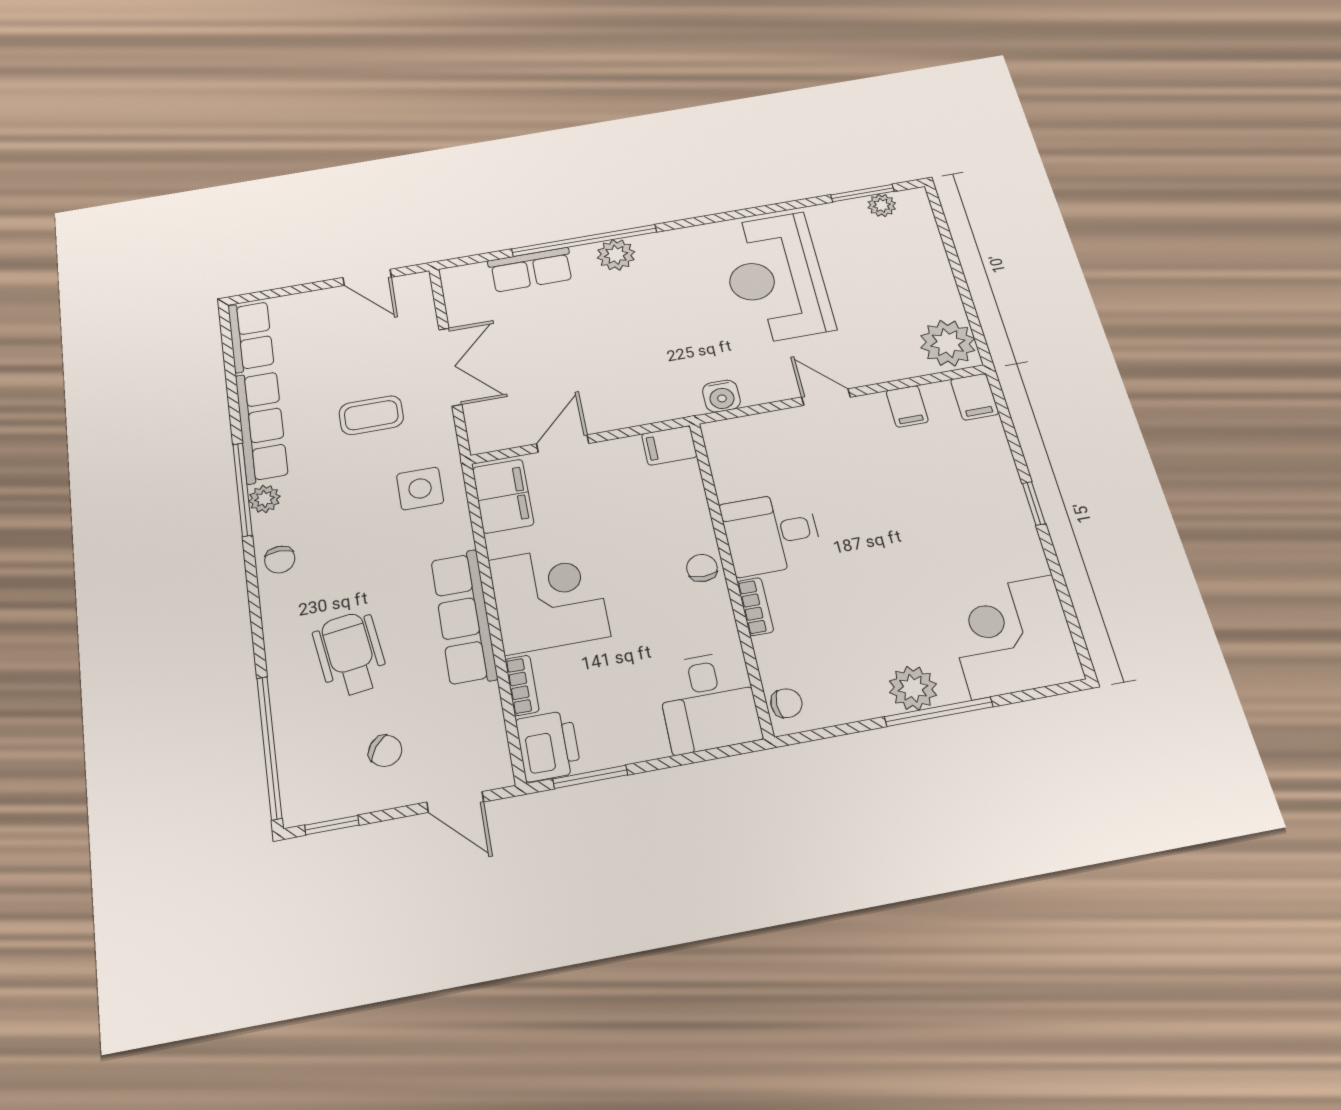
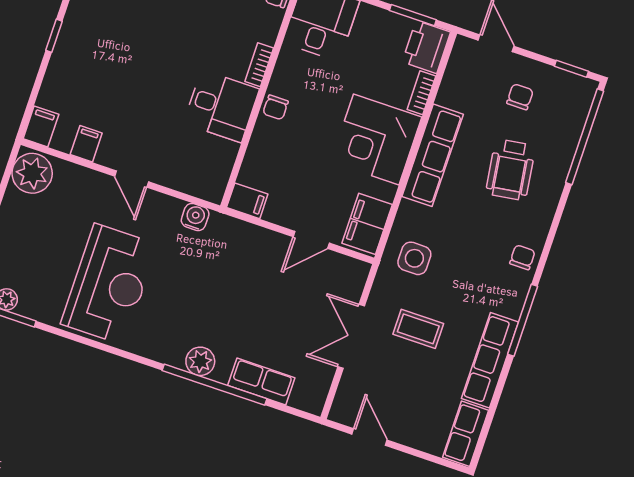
plant: (264, 499) -> (512, 306), removed
chair: (385, 751) -> (520, 97), turned 54

